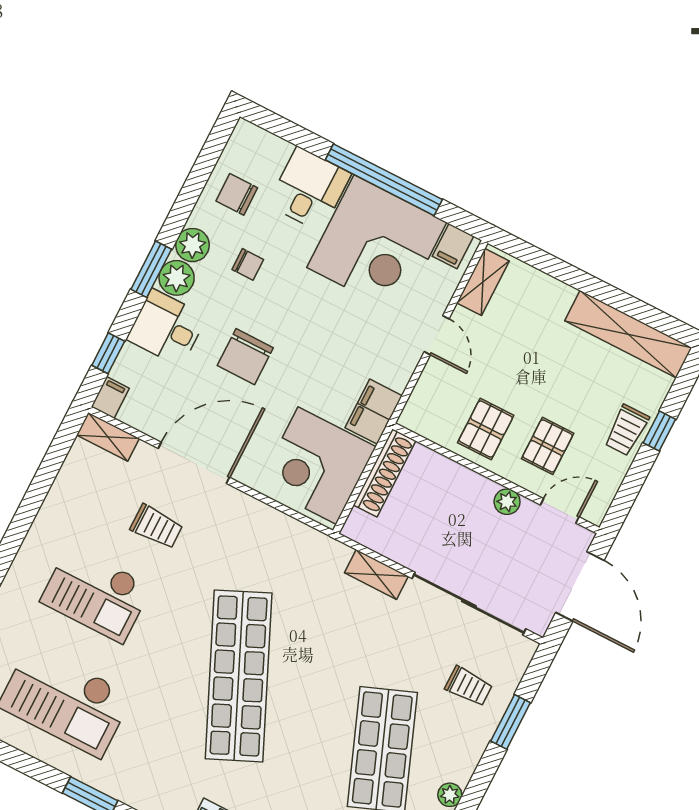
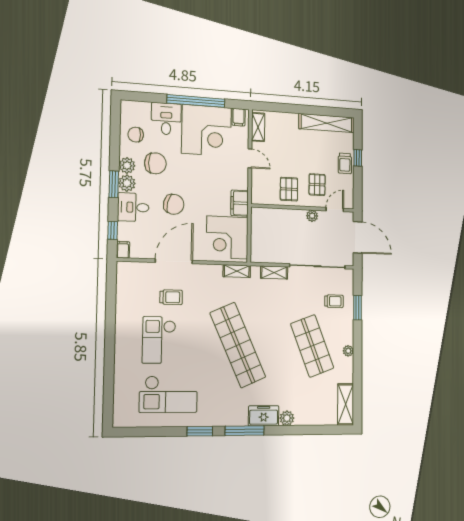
chair: (248, 264) -> (155, 163), width x1.87, depth x1.87
chair: (245, 357) -> (174, 204), turned -77
shelving: (108, 437) -> (237, 271), moved
shoe rack: (385, 473) -> (257, 227), removed
checkout: (96, 594) -> (159, 340), turned 90

